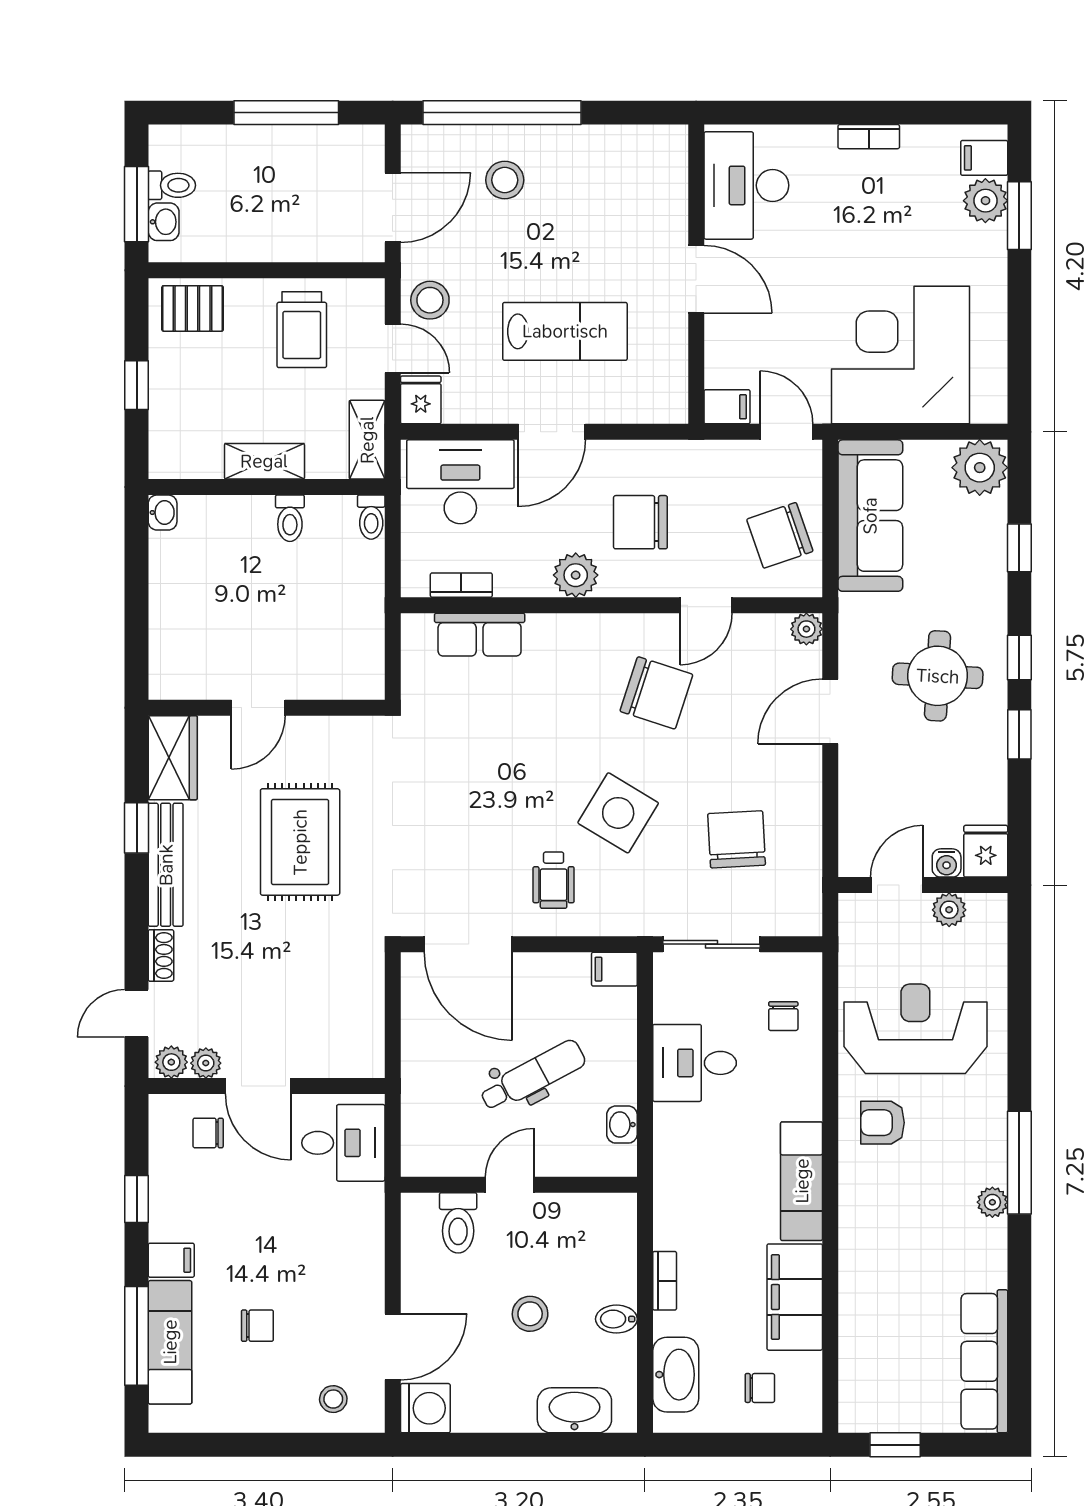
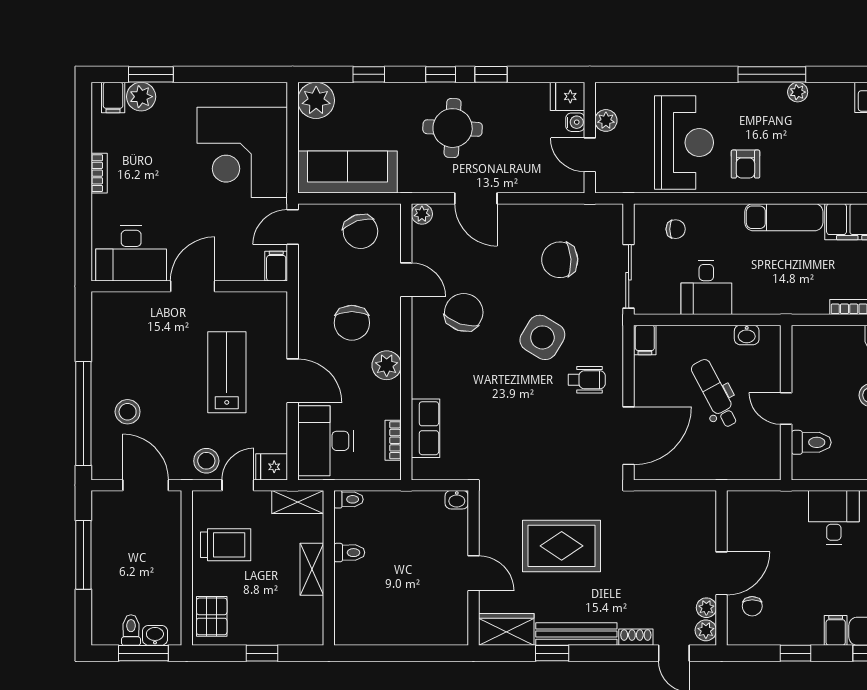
washbasin: (163, 513) -> (457, 500), moved, turned 180
reception desk: (915, 1029) -> (684, 143), turned 180
desk: (343, 1143) -> (834, 518), moved

